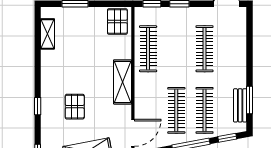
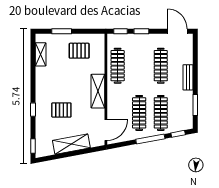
pallet: (117, 22) -> (79, 51), moved, turned 90
bench: (240, 105) -> (188, 77), moved
pallet: (75, 107) -> (61, 110), turned 90

